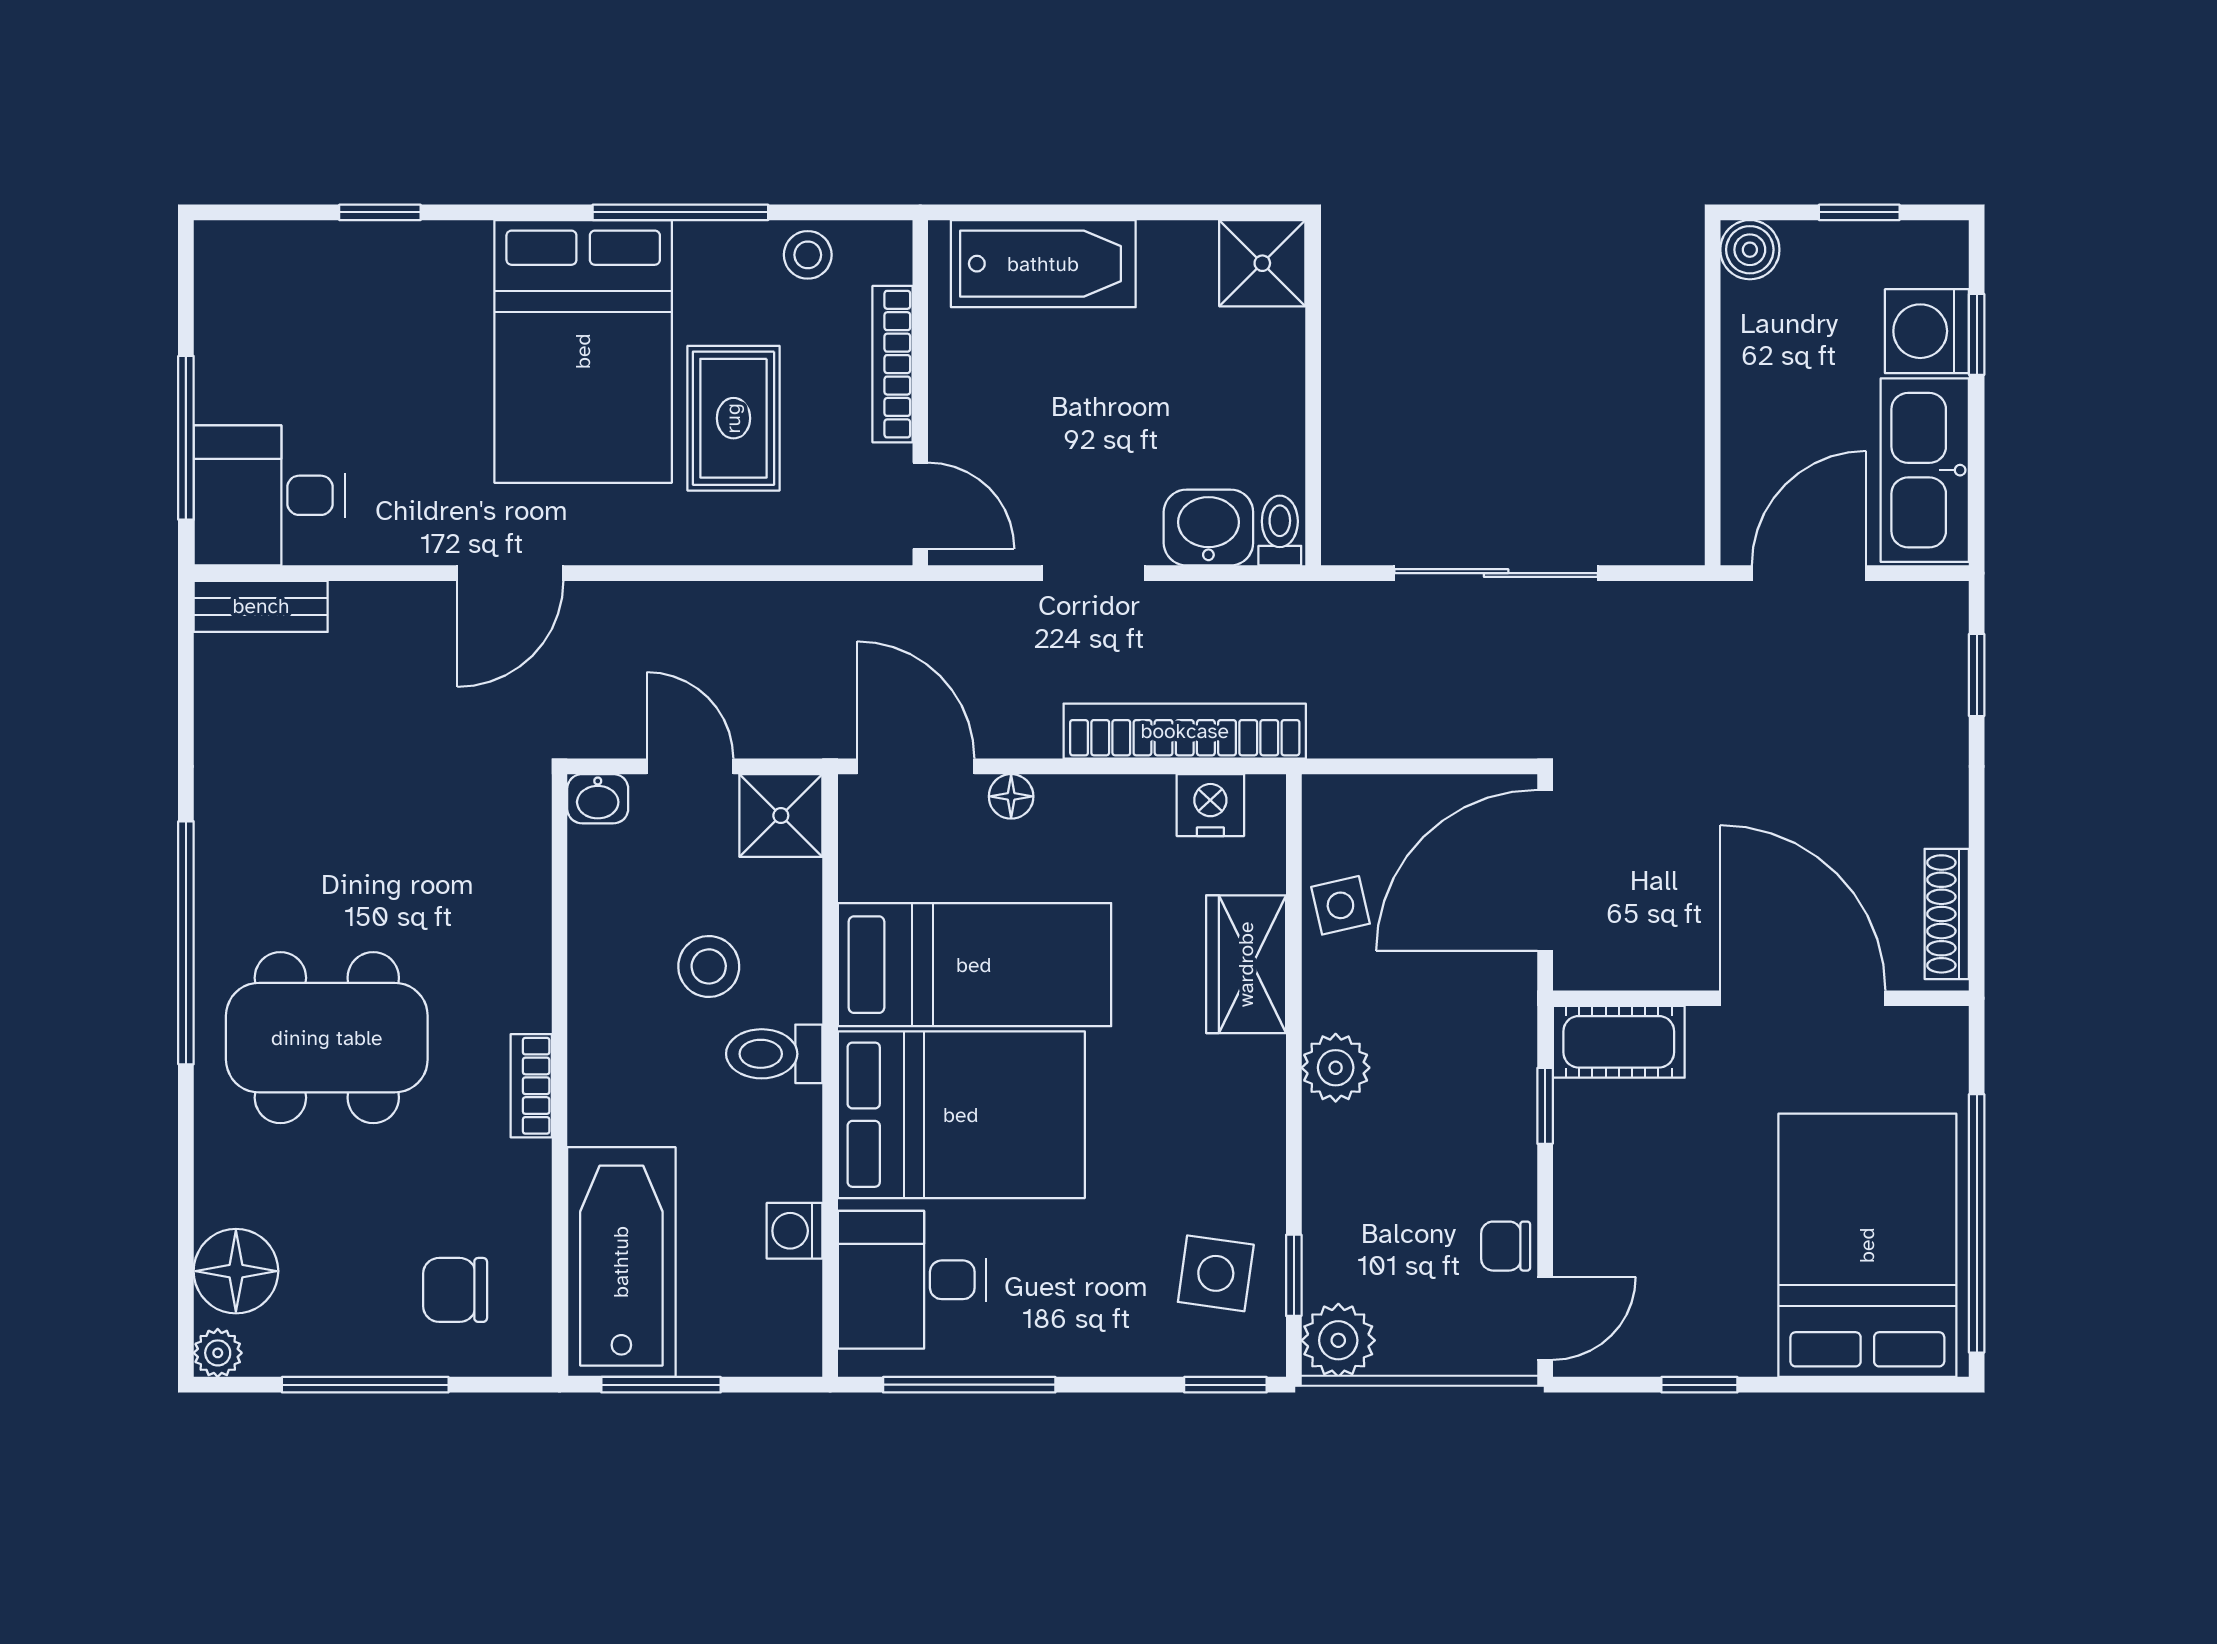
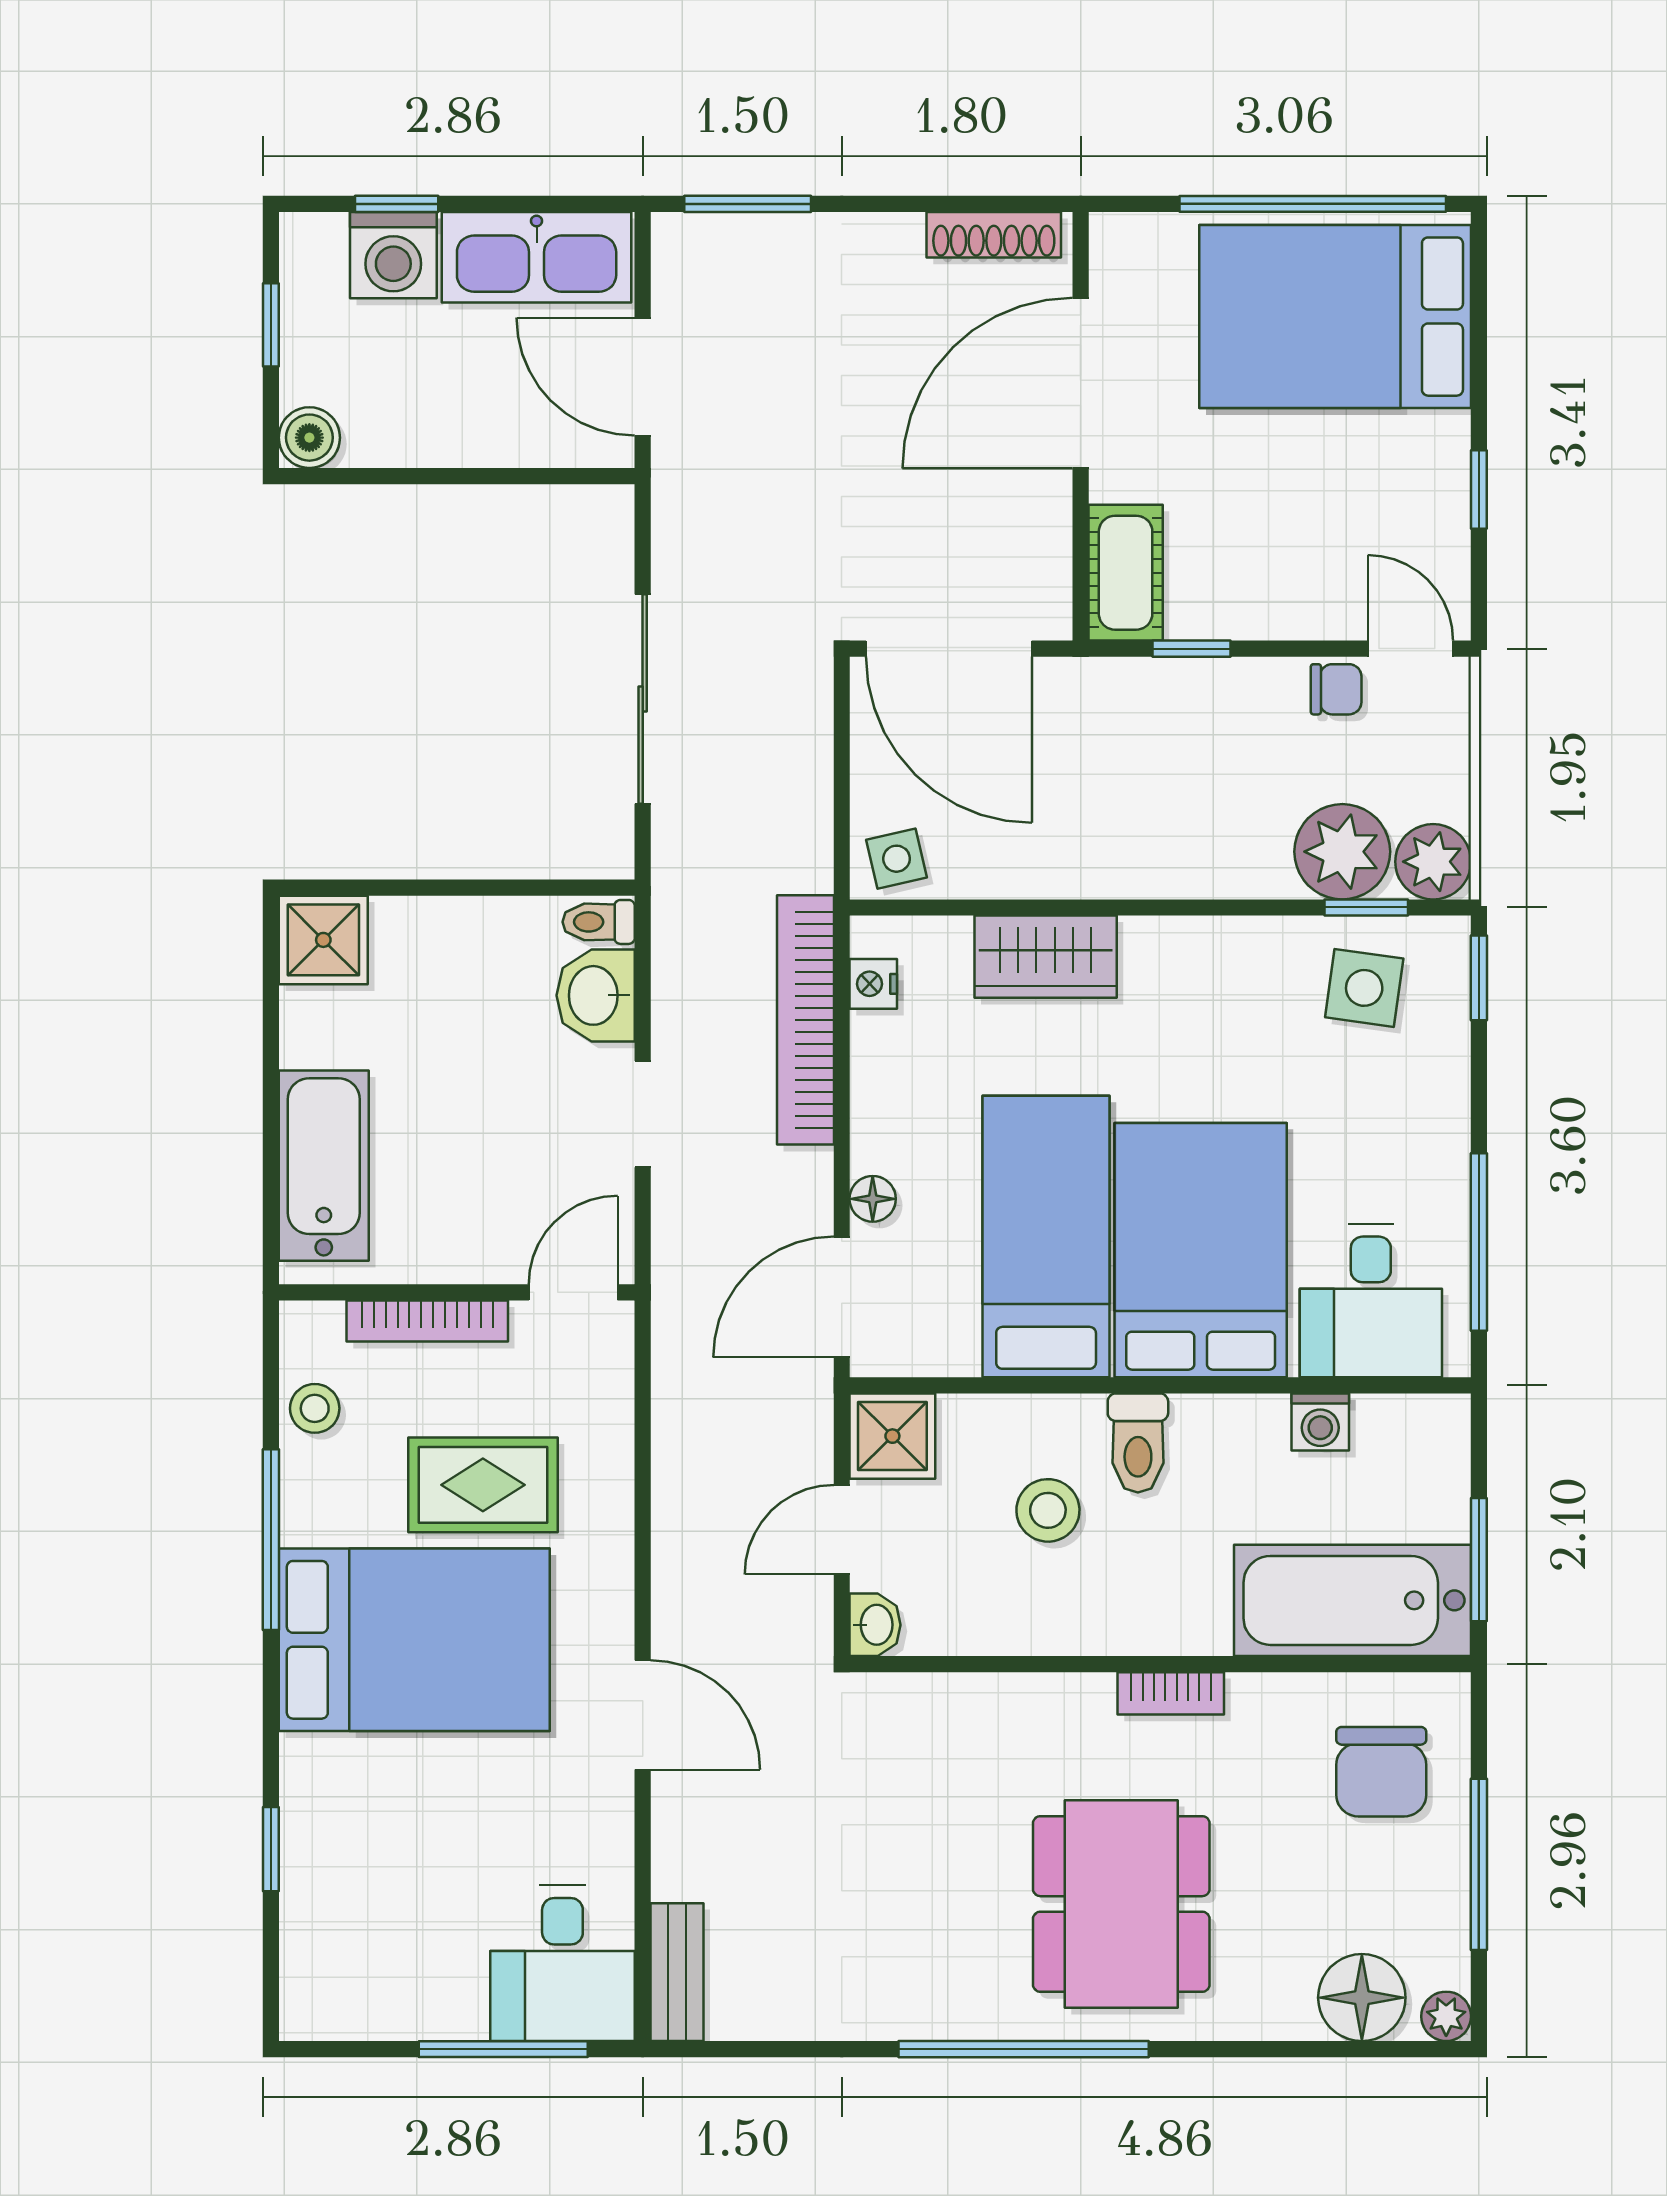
window: (1977, 675) -> (748, 204), width x1.50
nightstand: (1210, 805) -> (873, 984), width x0.72, depth x0.74
side table: (1340, 905) -> (897, 859), moved
plant: (1336, 1068) -> (1342, 852), moved, width x1.36, depth x1.36
chair: (1506, 1246) -> (1336, 689), turned -90
chair: (455, 1290) -> (1381, 1772), width x1.37, depth x1.37

